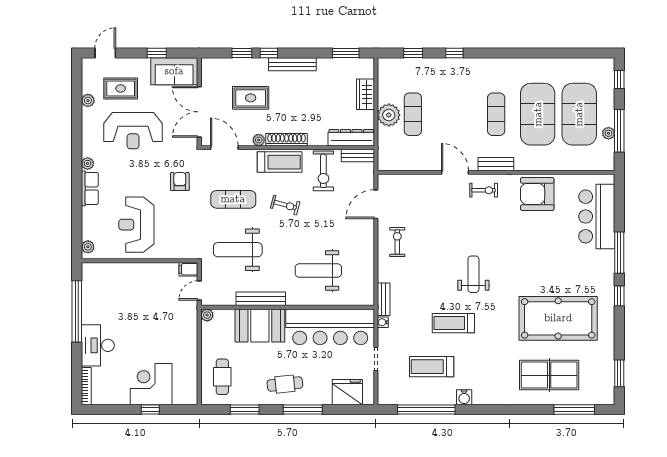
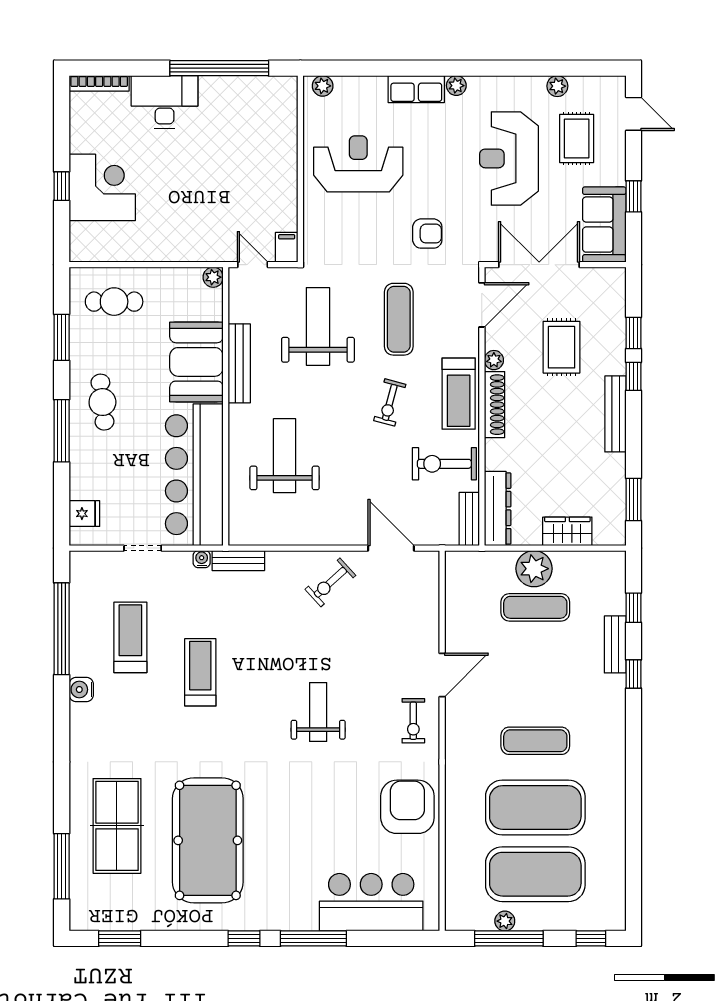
bench: (496, 164) -> (615, 644), moved
exercise bike: (397, 242) -> (330, 582), turned 138
weight bench: (473, 274) -> (318, 712), moved, turned -90
fridge: (347, 392) -> (84, 514), width x0.53, depth x0.75

